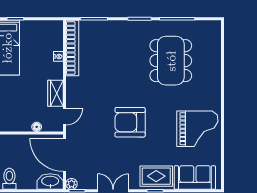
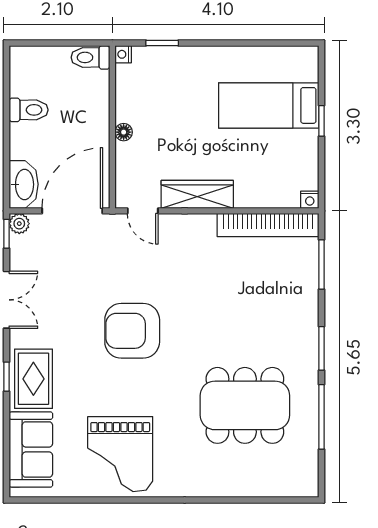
nightstand: (58, 56) -> (310, 200), moved
wardrobe: (56, 93) -> (197, 194), width x1.50
armchair: (130, 122) -> (132, 331), turned -90
floor lamp: (37, 127) -> (124, 132), moved

